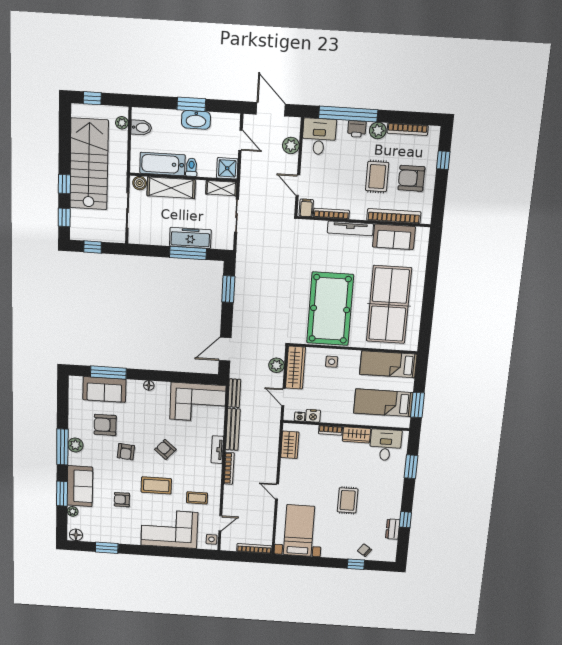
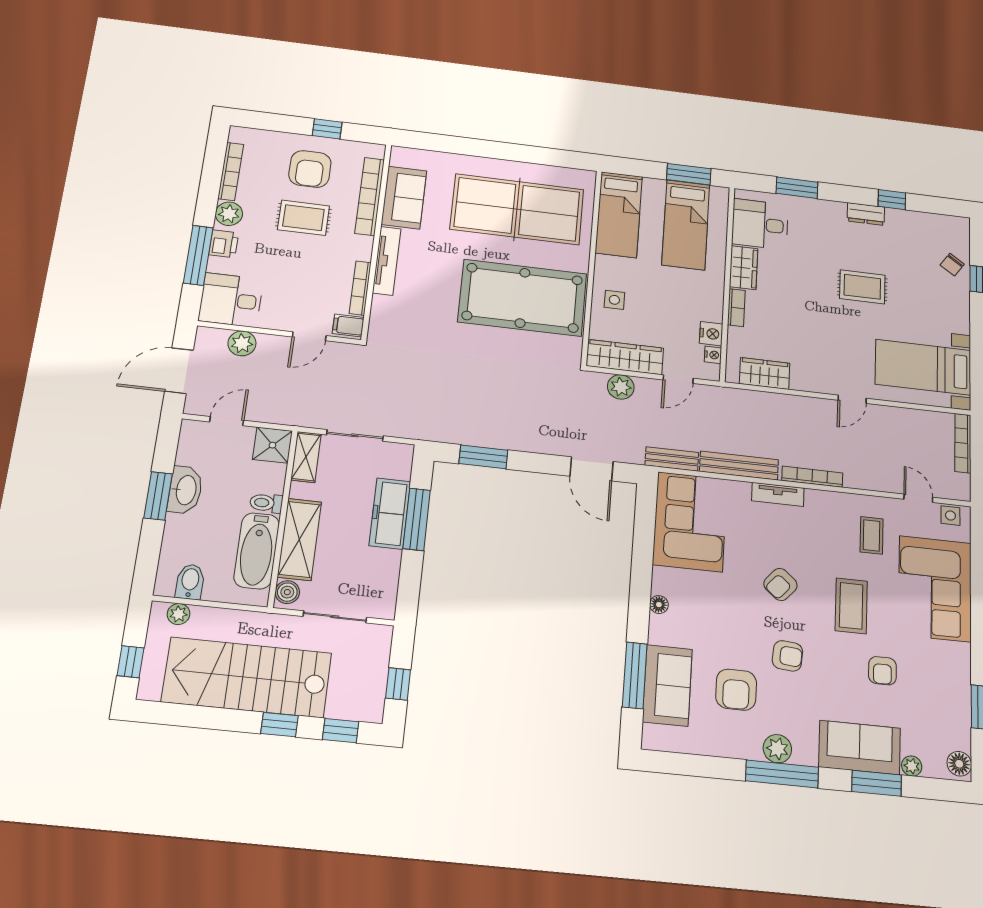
window: (348, 114) -> (198, 255), width x0.68
window: (443, 160) -> (327, 129), moved
dresser: (393, 529) -> (866, 214), moved

